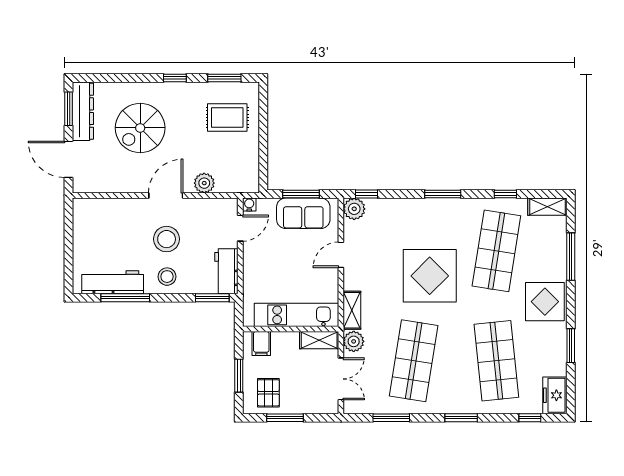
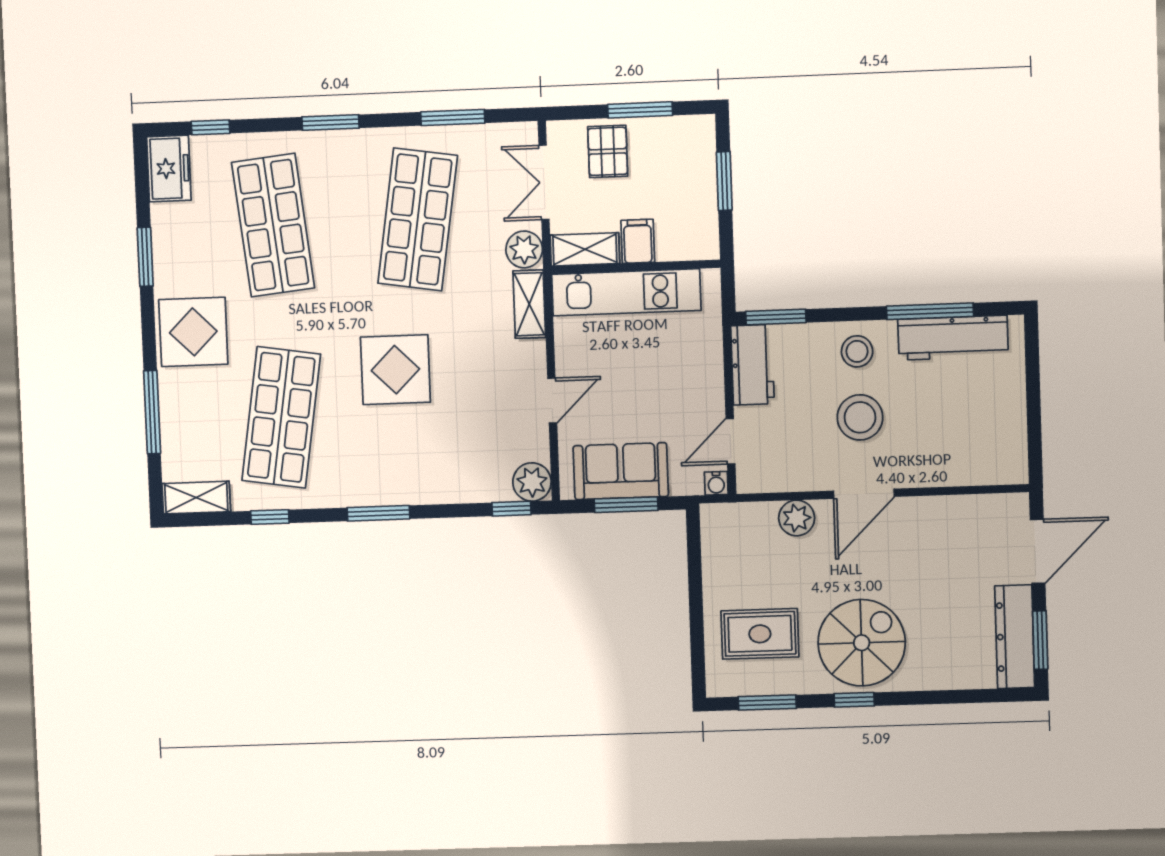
spiral stairs: (140, 128) -> (862, 643), moved
door: (69, 159) -> (1038, 551), hinge flipped
display table: (430, 276) -> (395, 370), width x0.73, depth x0.73
filing cabinet: (261, 344) -> (638, 241), moved
pallet: (268, 393) -> (608, 151), moved

